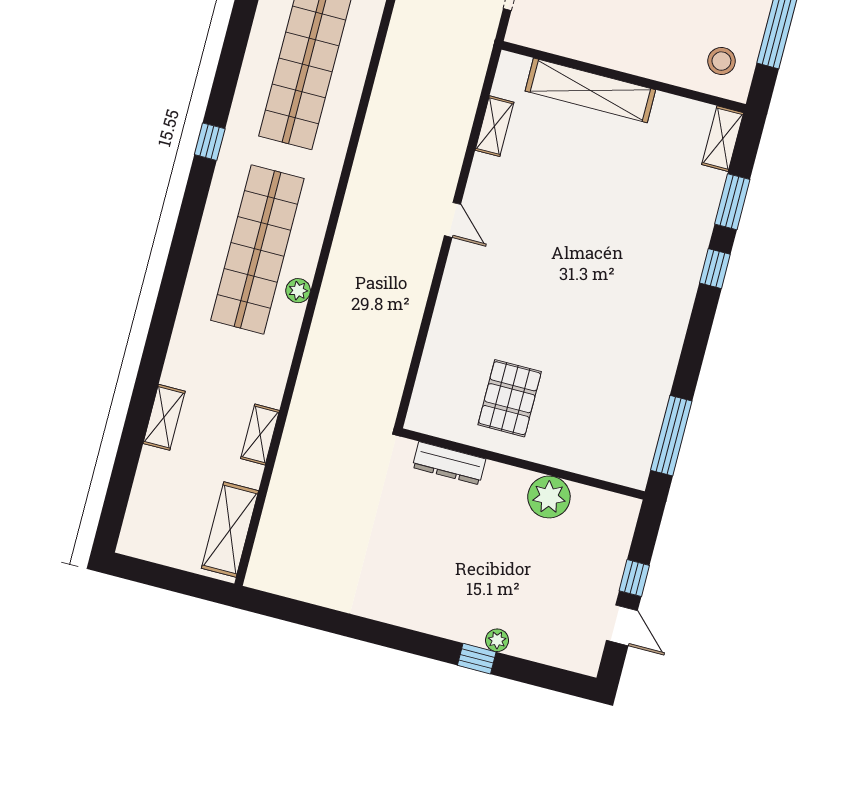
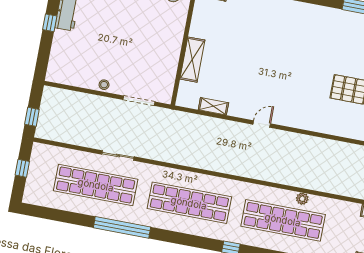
shelving: (590, 90) -> (192, 60), width x0.68

